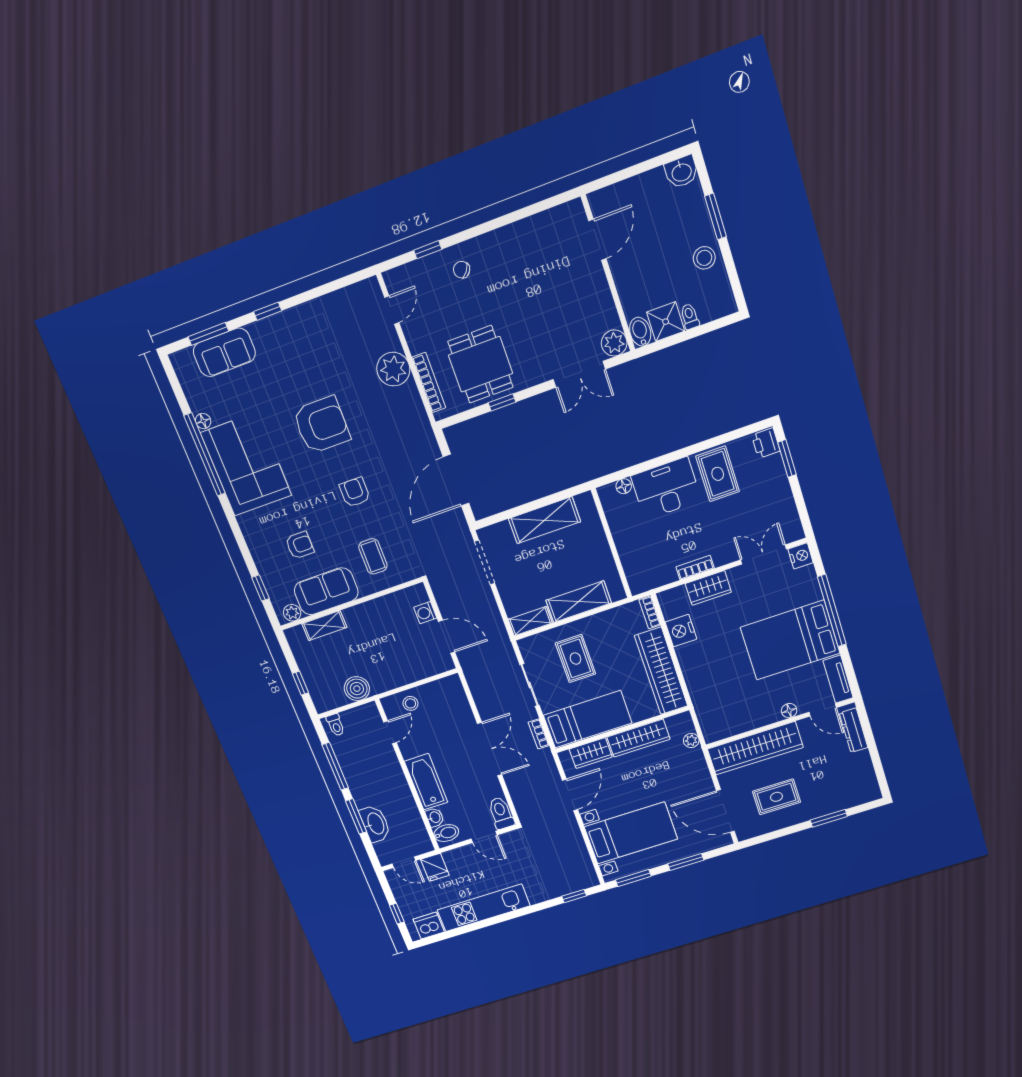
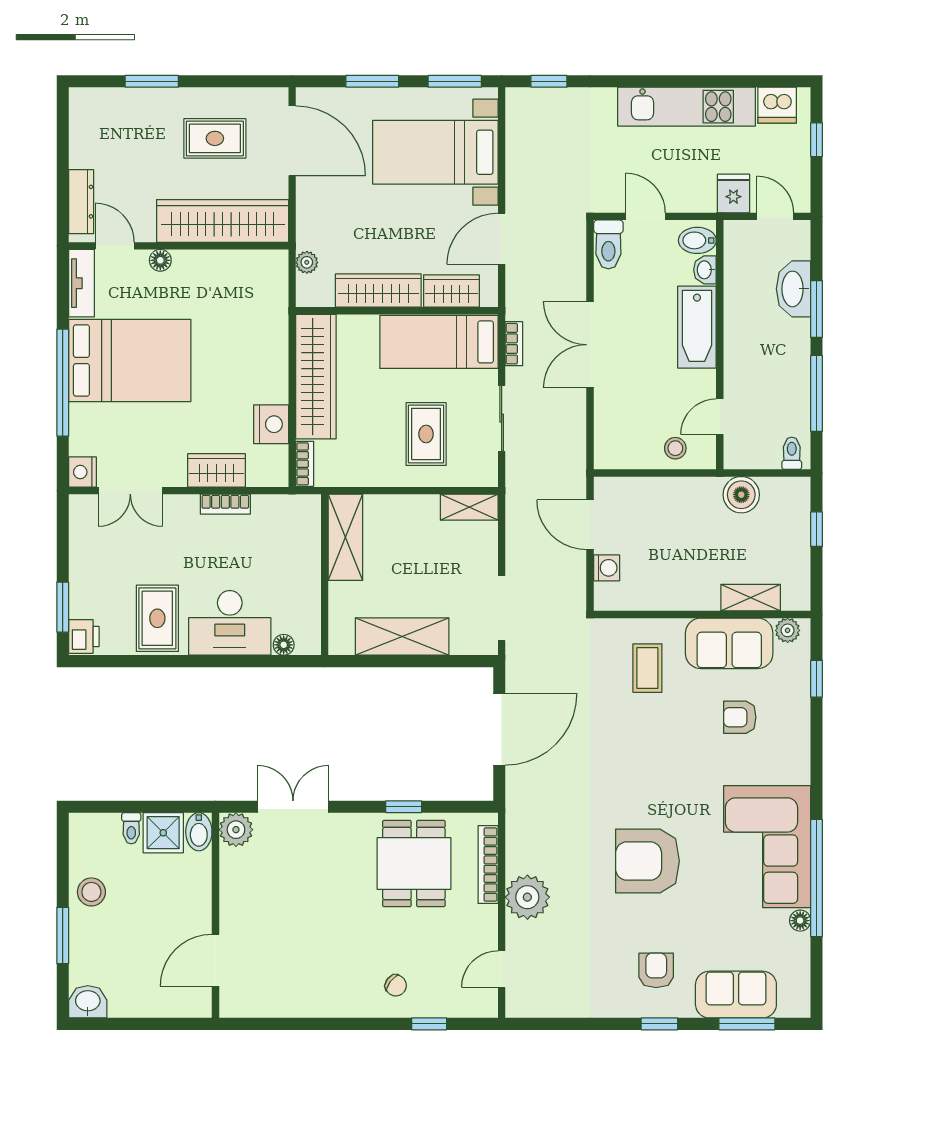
armchair: (355, 492) -> (656, 970), moved, turned 180
shelving: (579, 602) -> (345, 537), moved, turned 90

